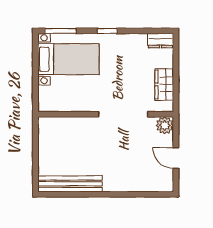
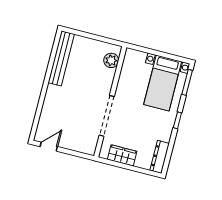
dresser: (160, 41) -> (160, 157), width x1.44
plant: (165, 125) -> (111, 60), moved
door: (176, 158) -> (49, 147), moved

